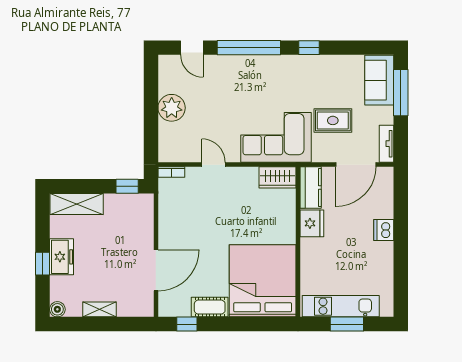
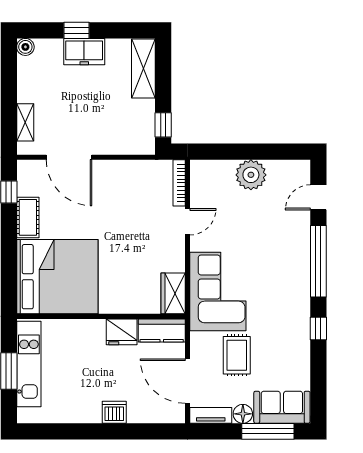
floor lamp: (385, 115) -> (243, 414), added
bookcase: (171, 172) -> (179, 183), width x1.56
shelving: (100, 309) -> (25, 122), moved

